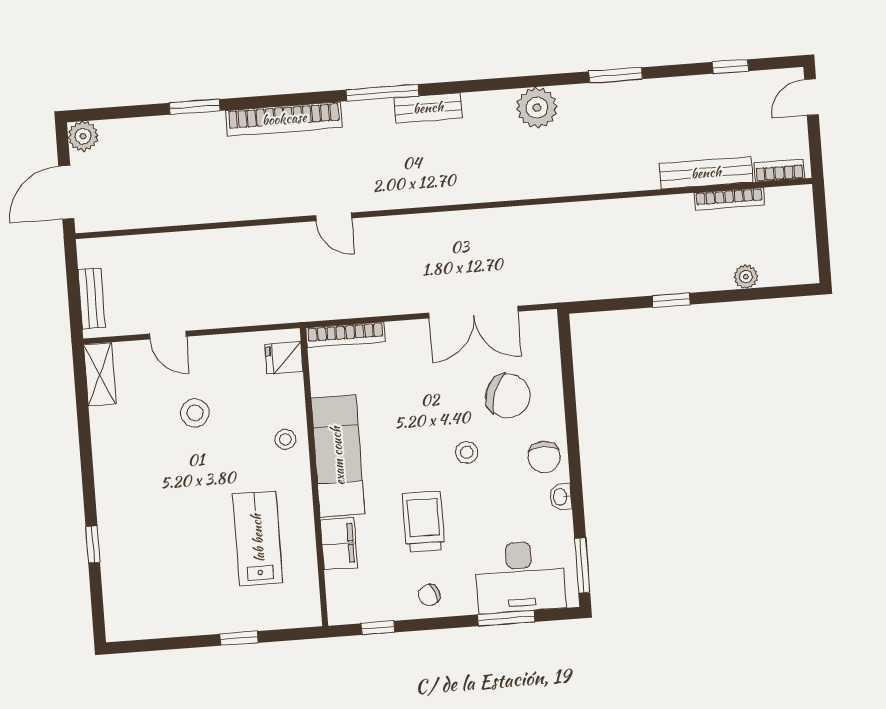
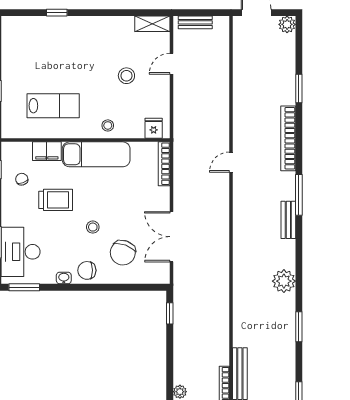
window: (671, 300) -> (170, 313), moved
chair: (429, 595) -> (22, 179), moved

